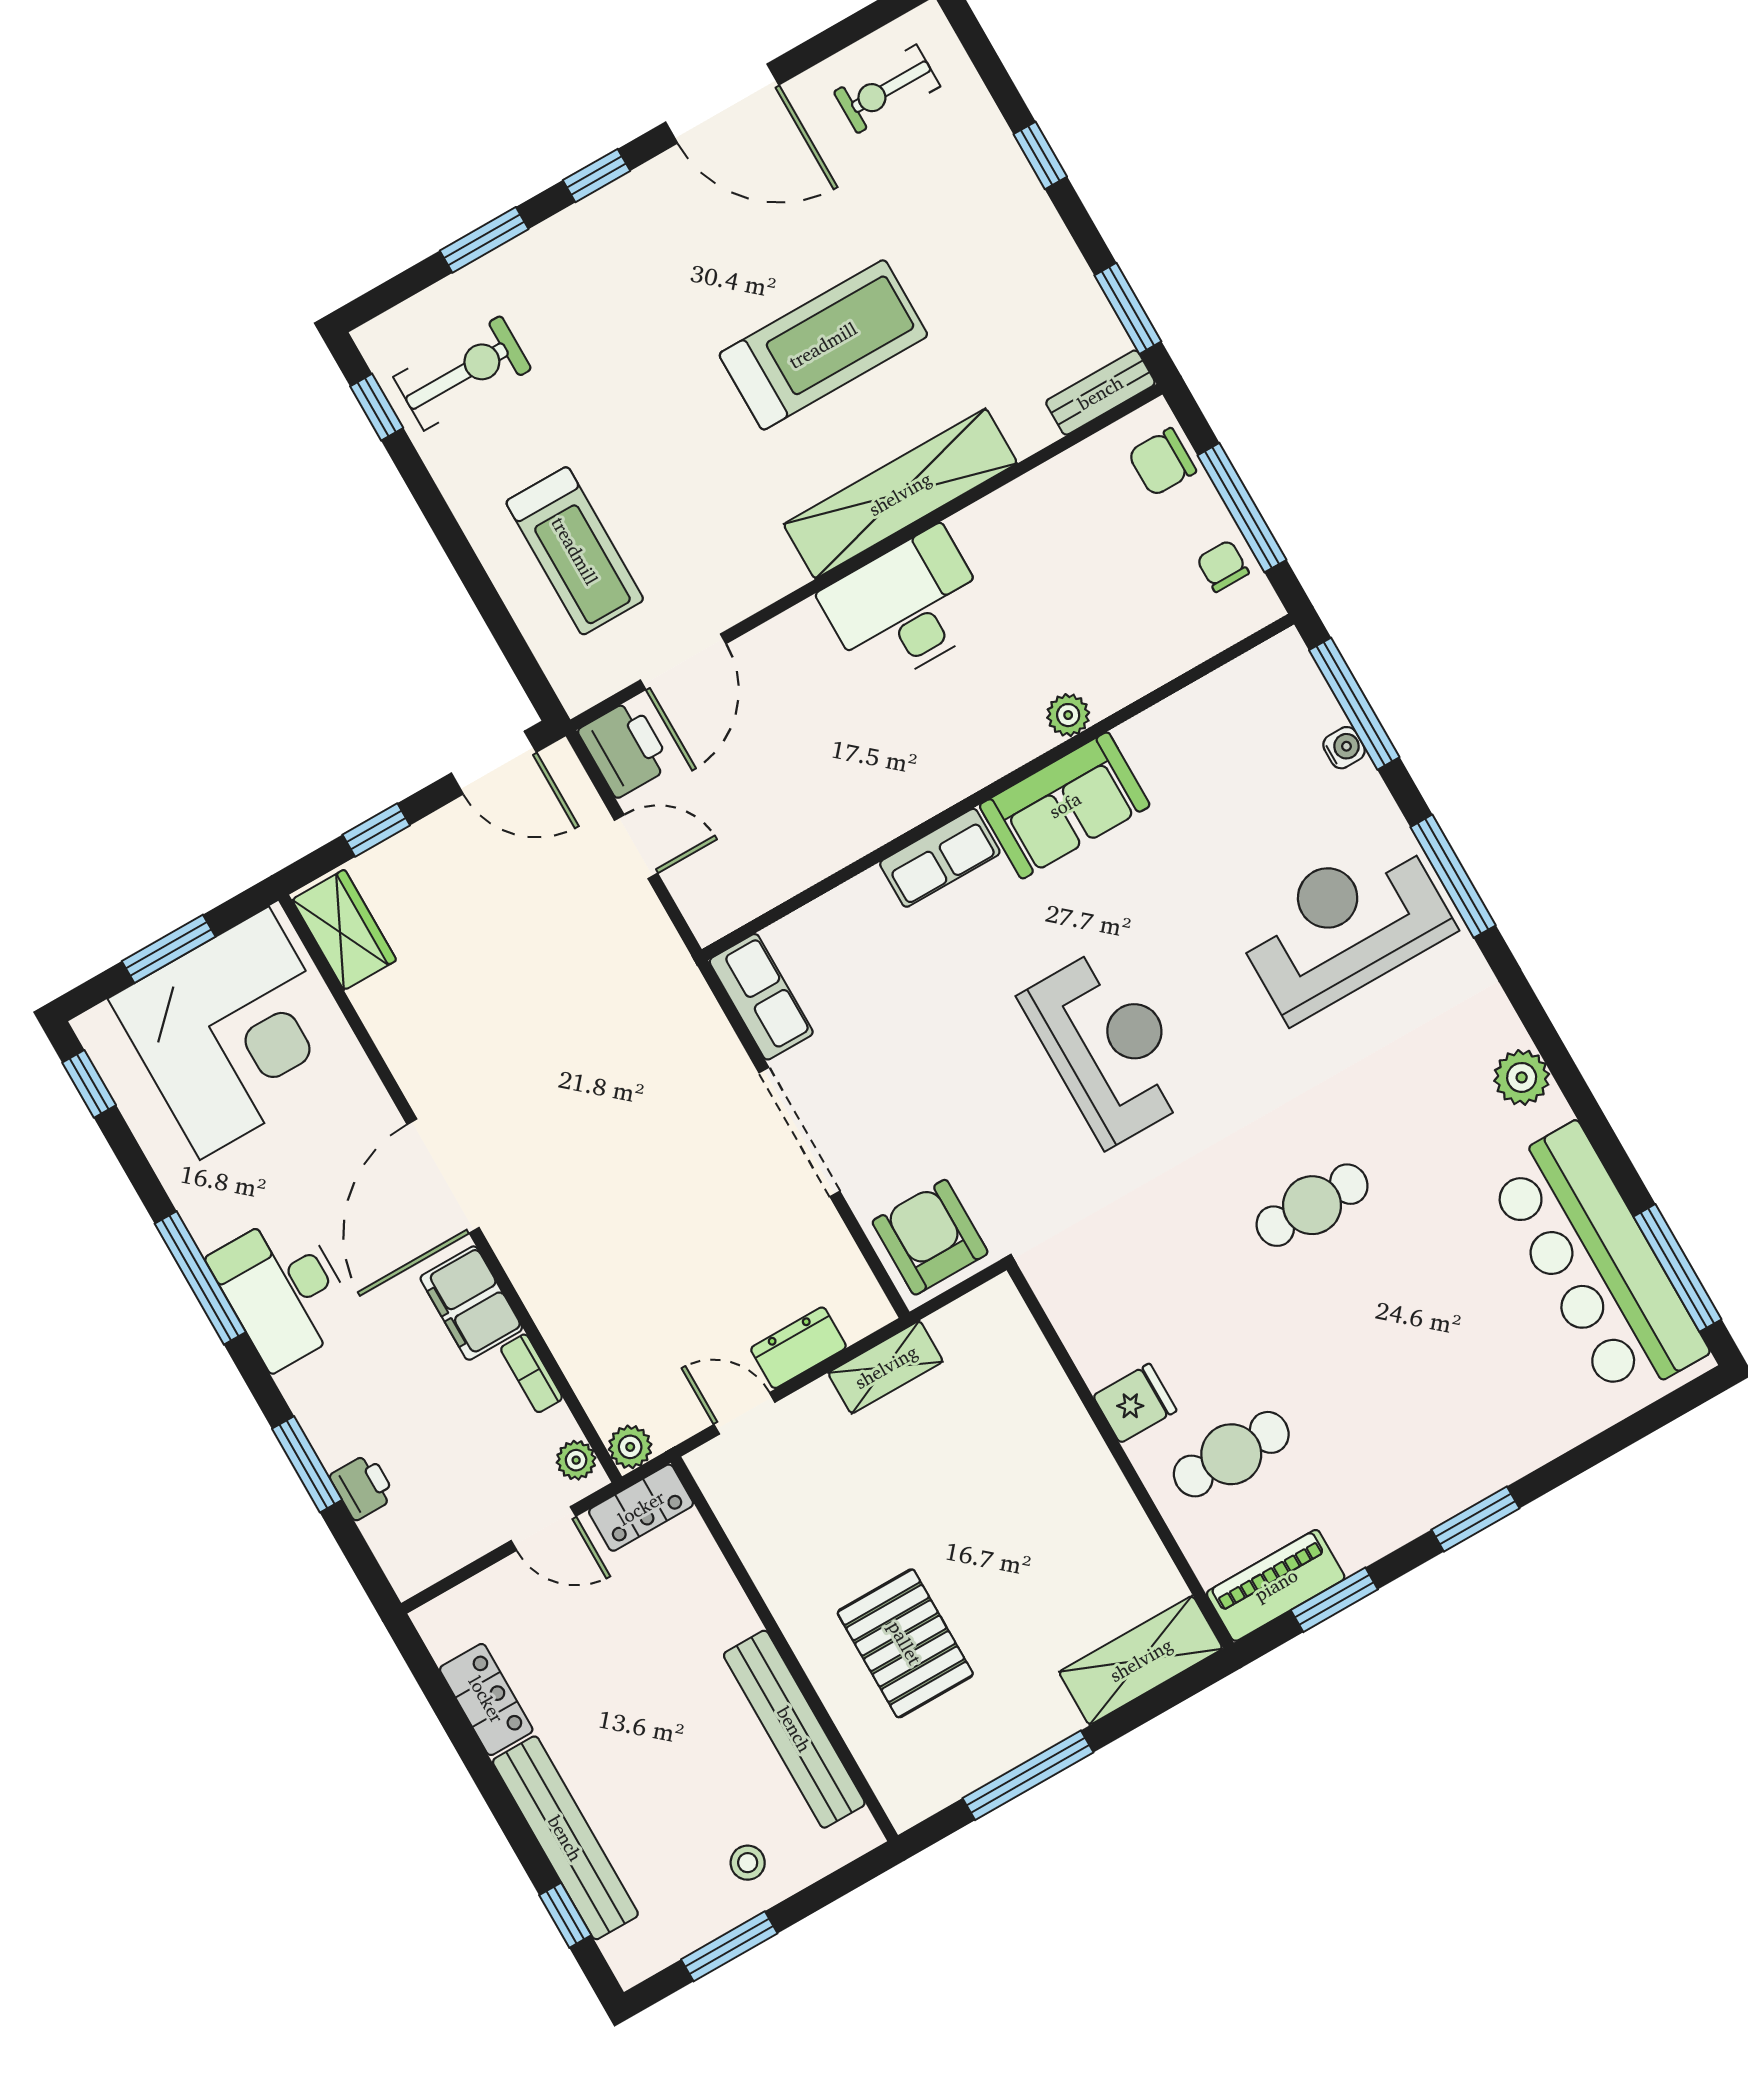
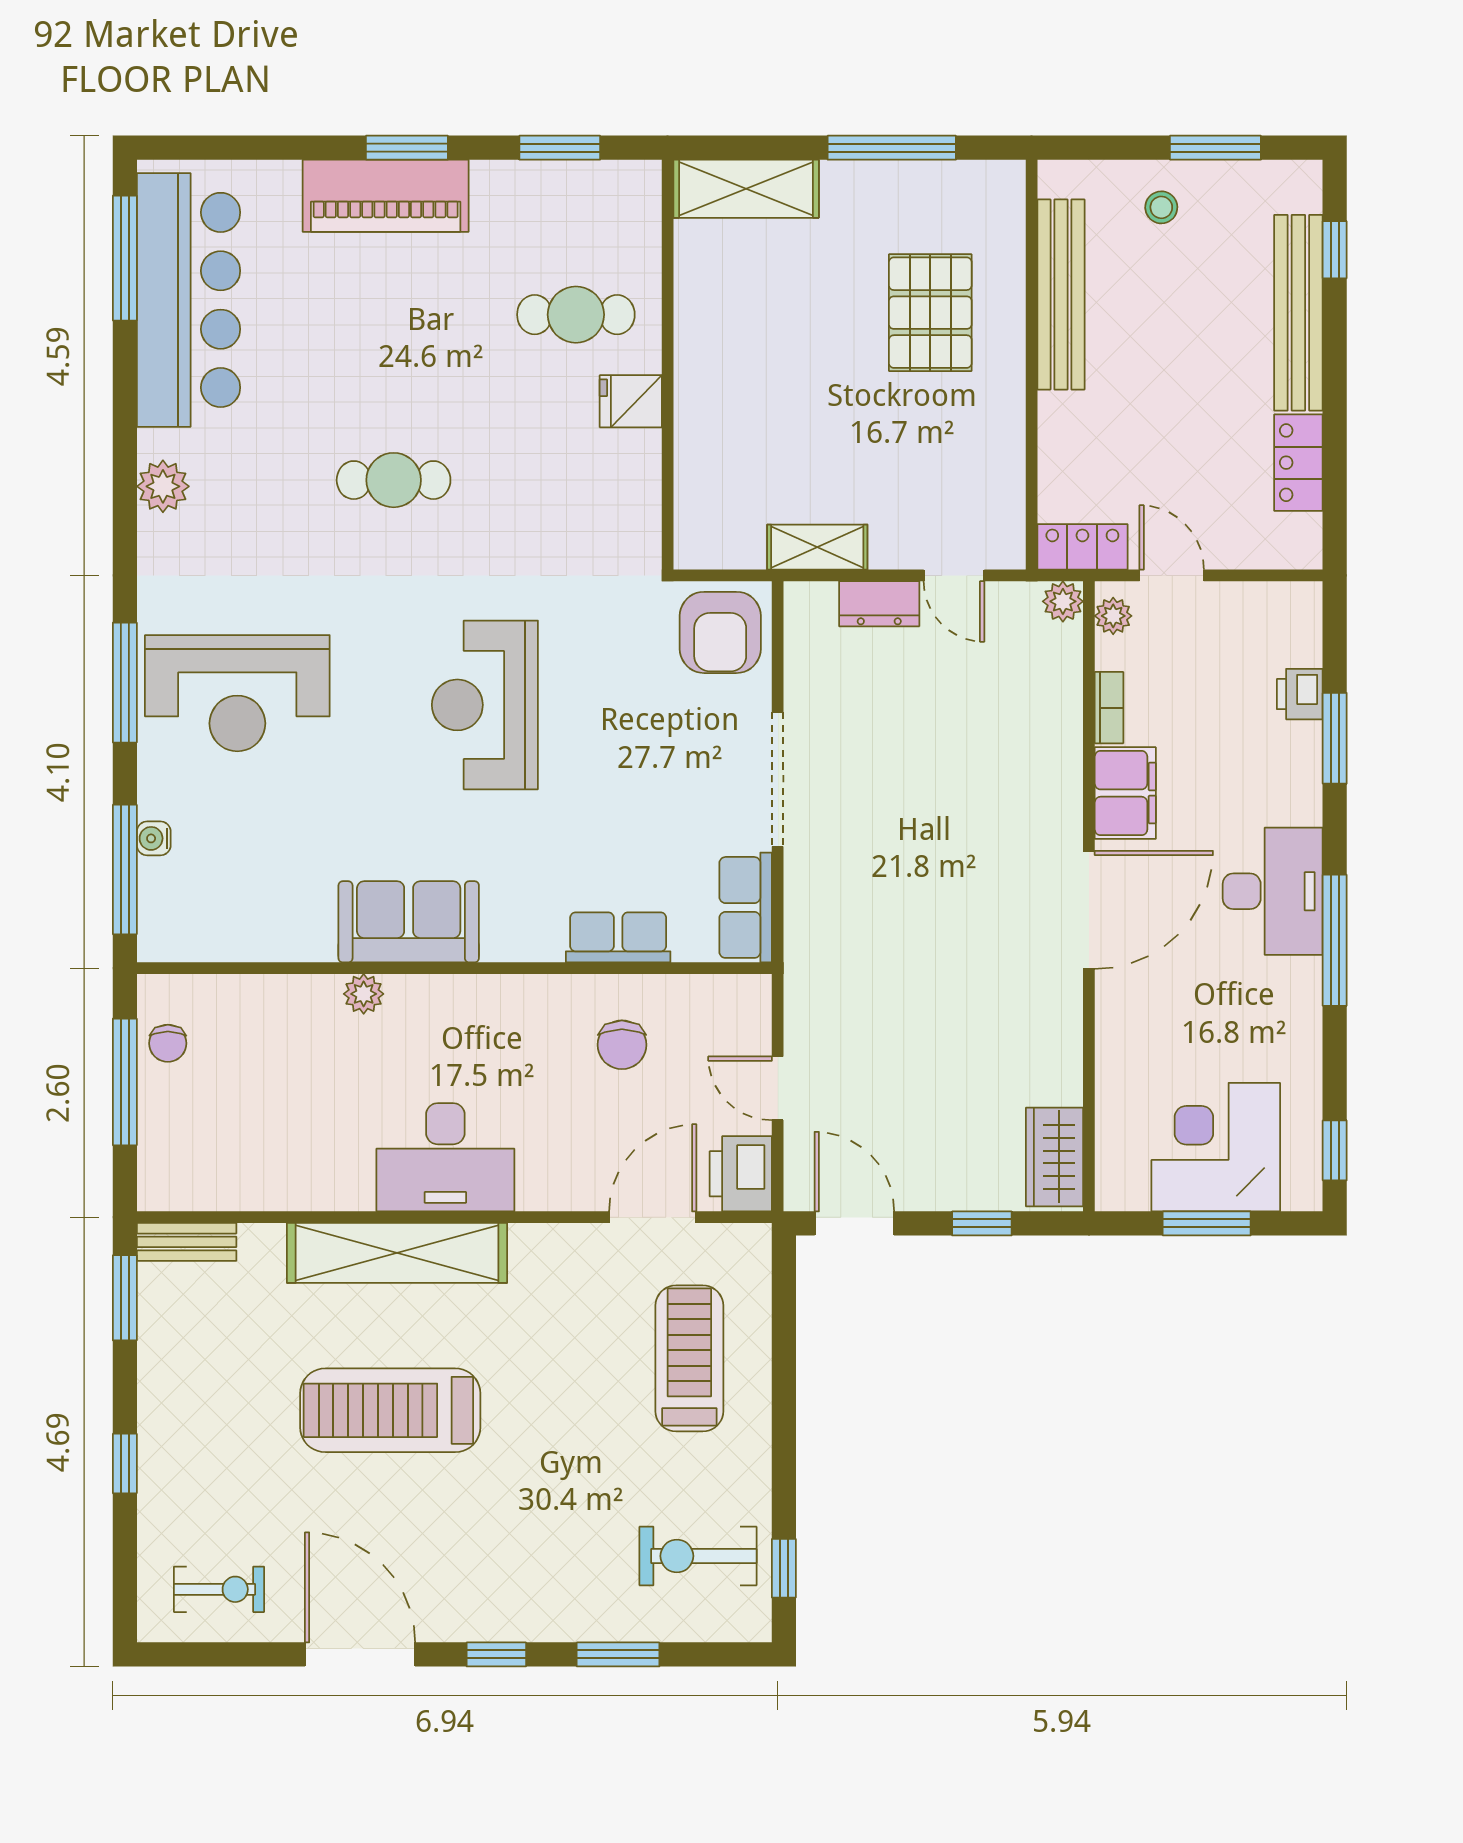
chair: (1162, 462) -> (622, 1045), moved, turned 90
row of seats: (940, 858) -> (618, 937), moved
corner desk: (234, 1033) -> (1216, 1147), width x0.74, depth x0.74
piano: (1276, 1585) -> (386, 196), moved, width x1.37, depth x1.33

